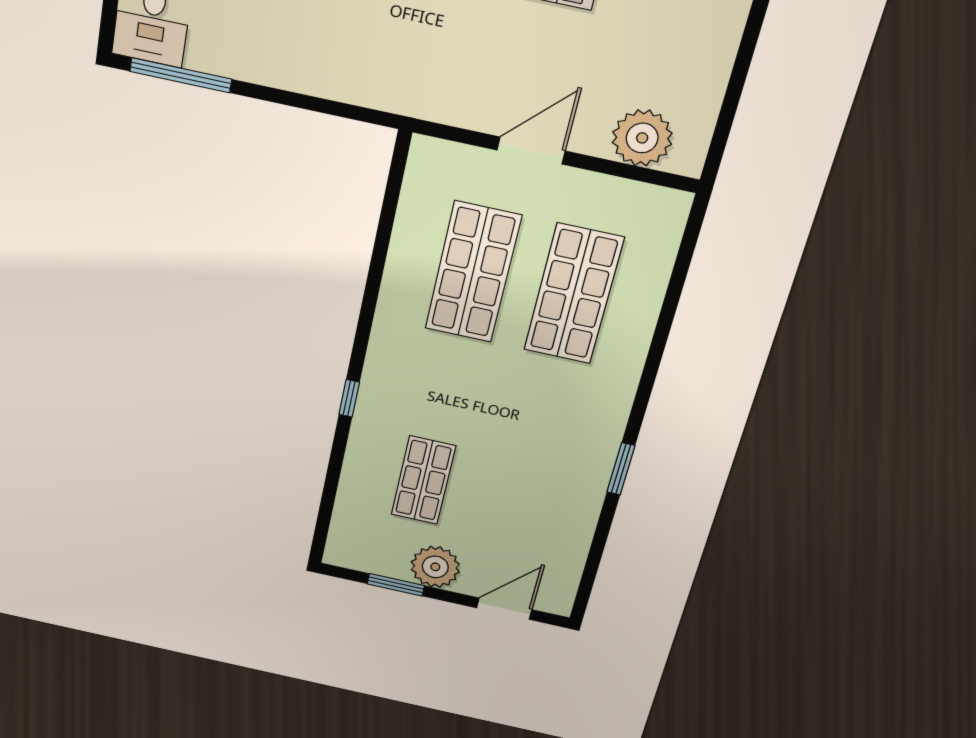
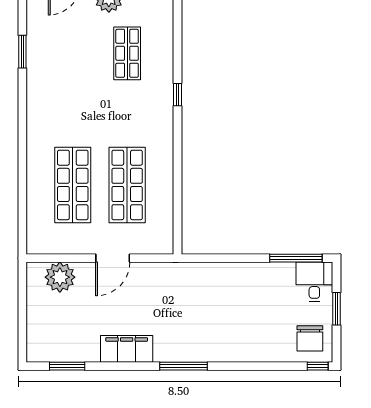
window: (621, 469) -> (22, 52), moved

